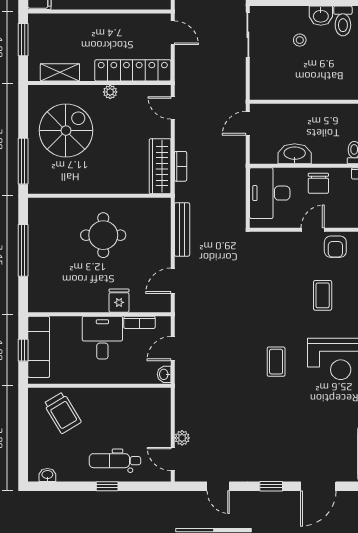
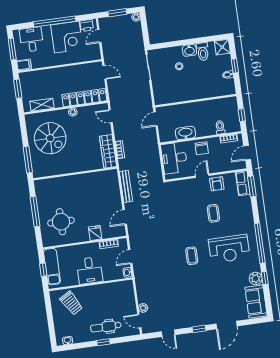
spiral stairs: (66, 131) -> (50, 138), turned 90
round table: (103, 235) -> (61, 222), moved
desk: (102, 338) -> (90, 270), moved, turned 180

